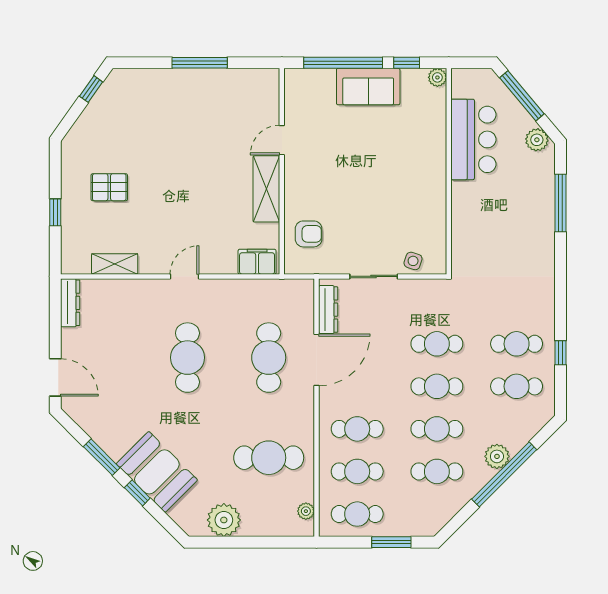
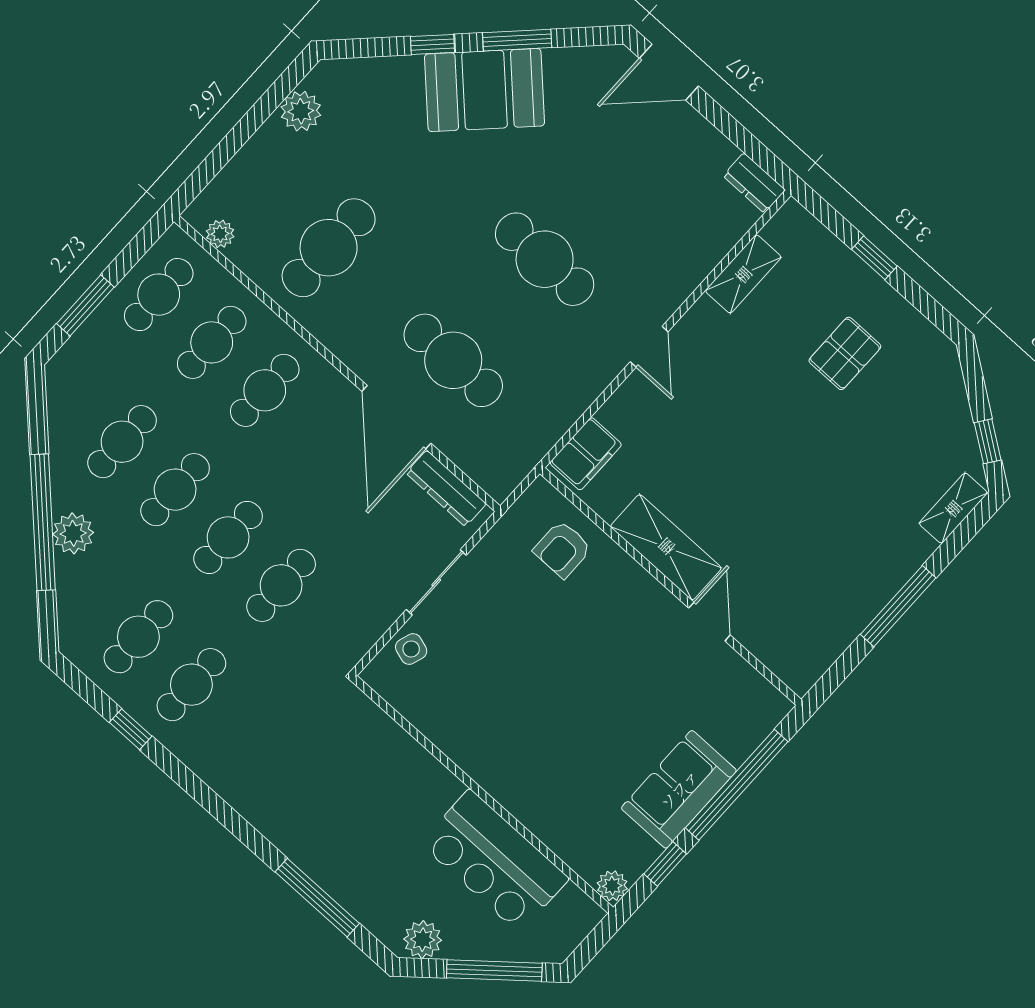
shelving: (134, 78) -> (953, 508), added
dresser: (70, 303) -> (754, 183), width x0.70
booth: (157, 472) -> (484, 90), moved
plant: (224, 520) -> (301, 111), width x0.73, depth x0.73

